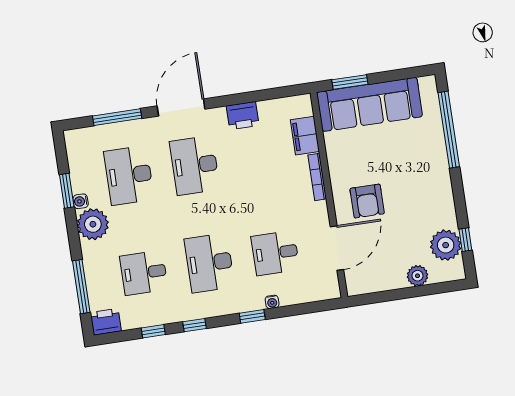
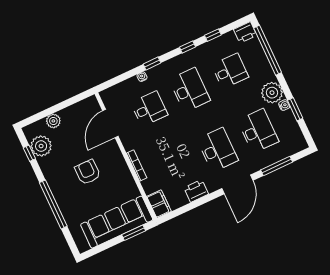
window: (449, 130) -> (53, 204), moved
filing cabinet: (305, 136) -> (159, 204), moved
armchair: (367, 201) -> (88, 172), moved
window: (81, 287) -> (268, 50), width x1.46

